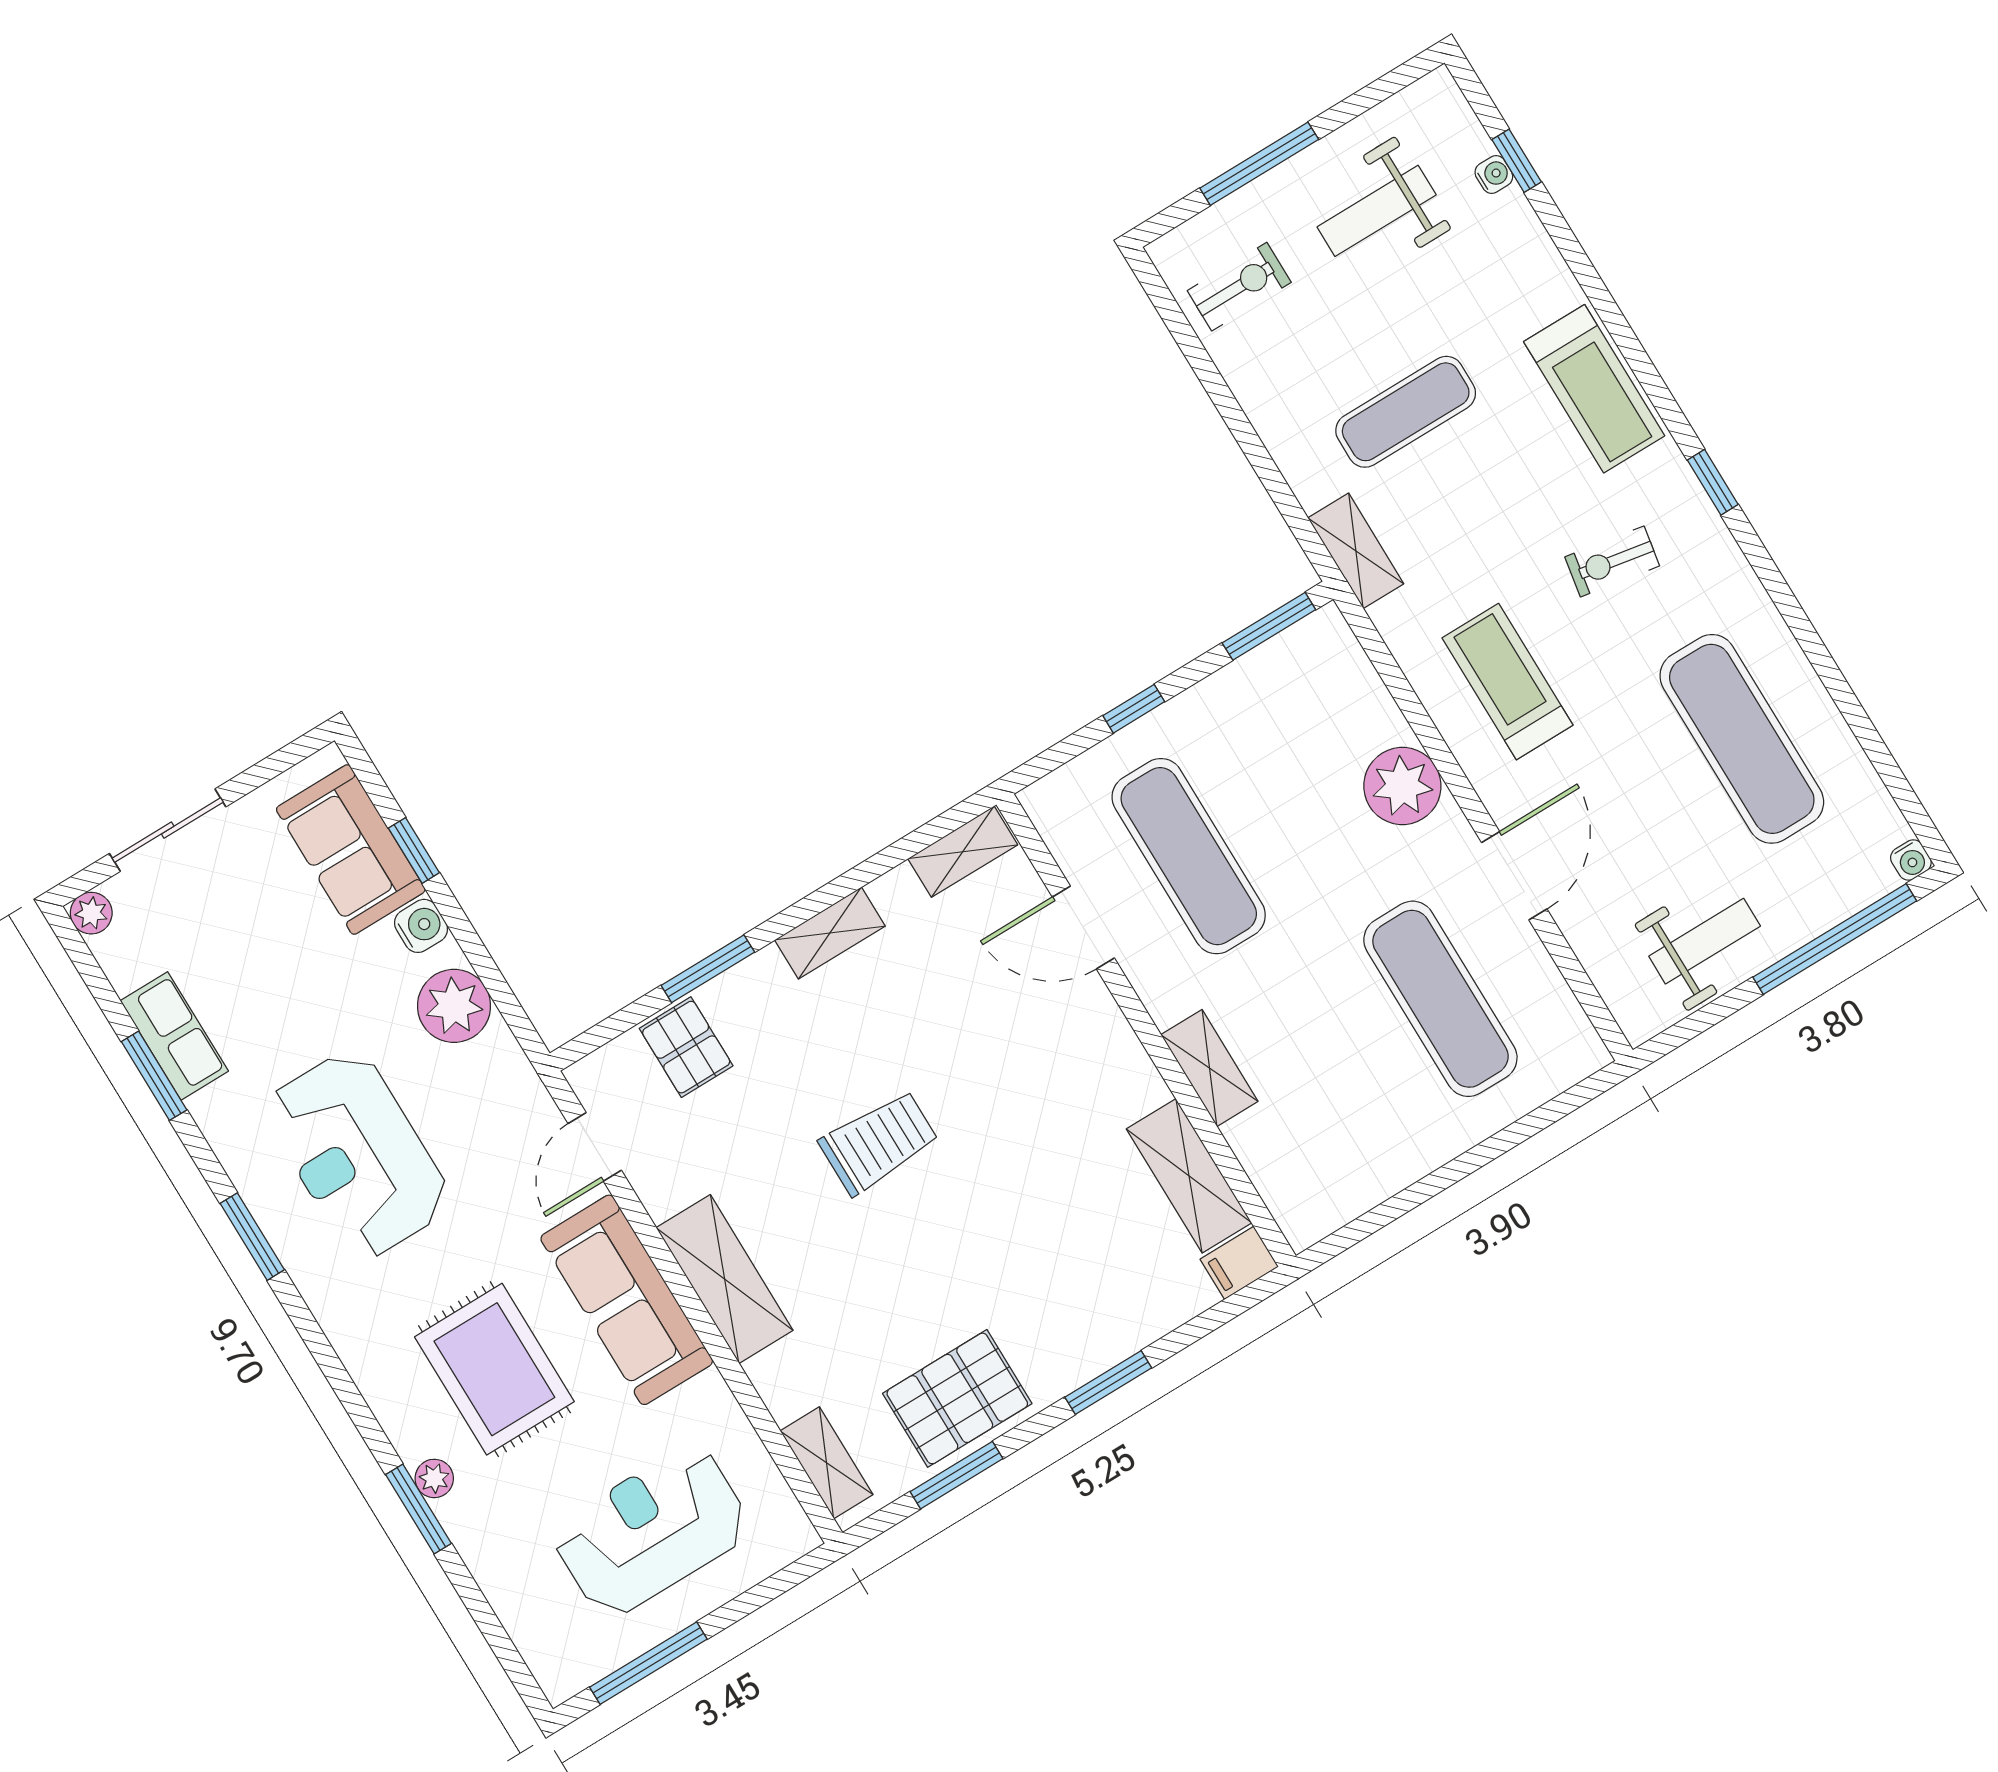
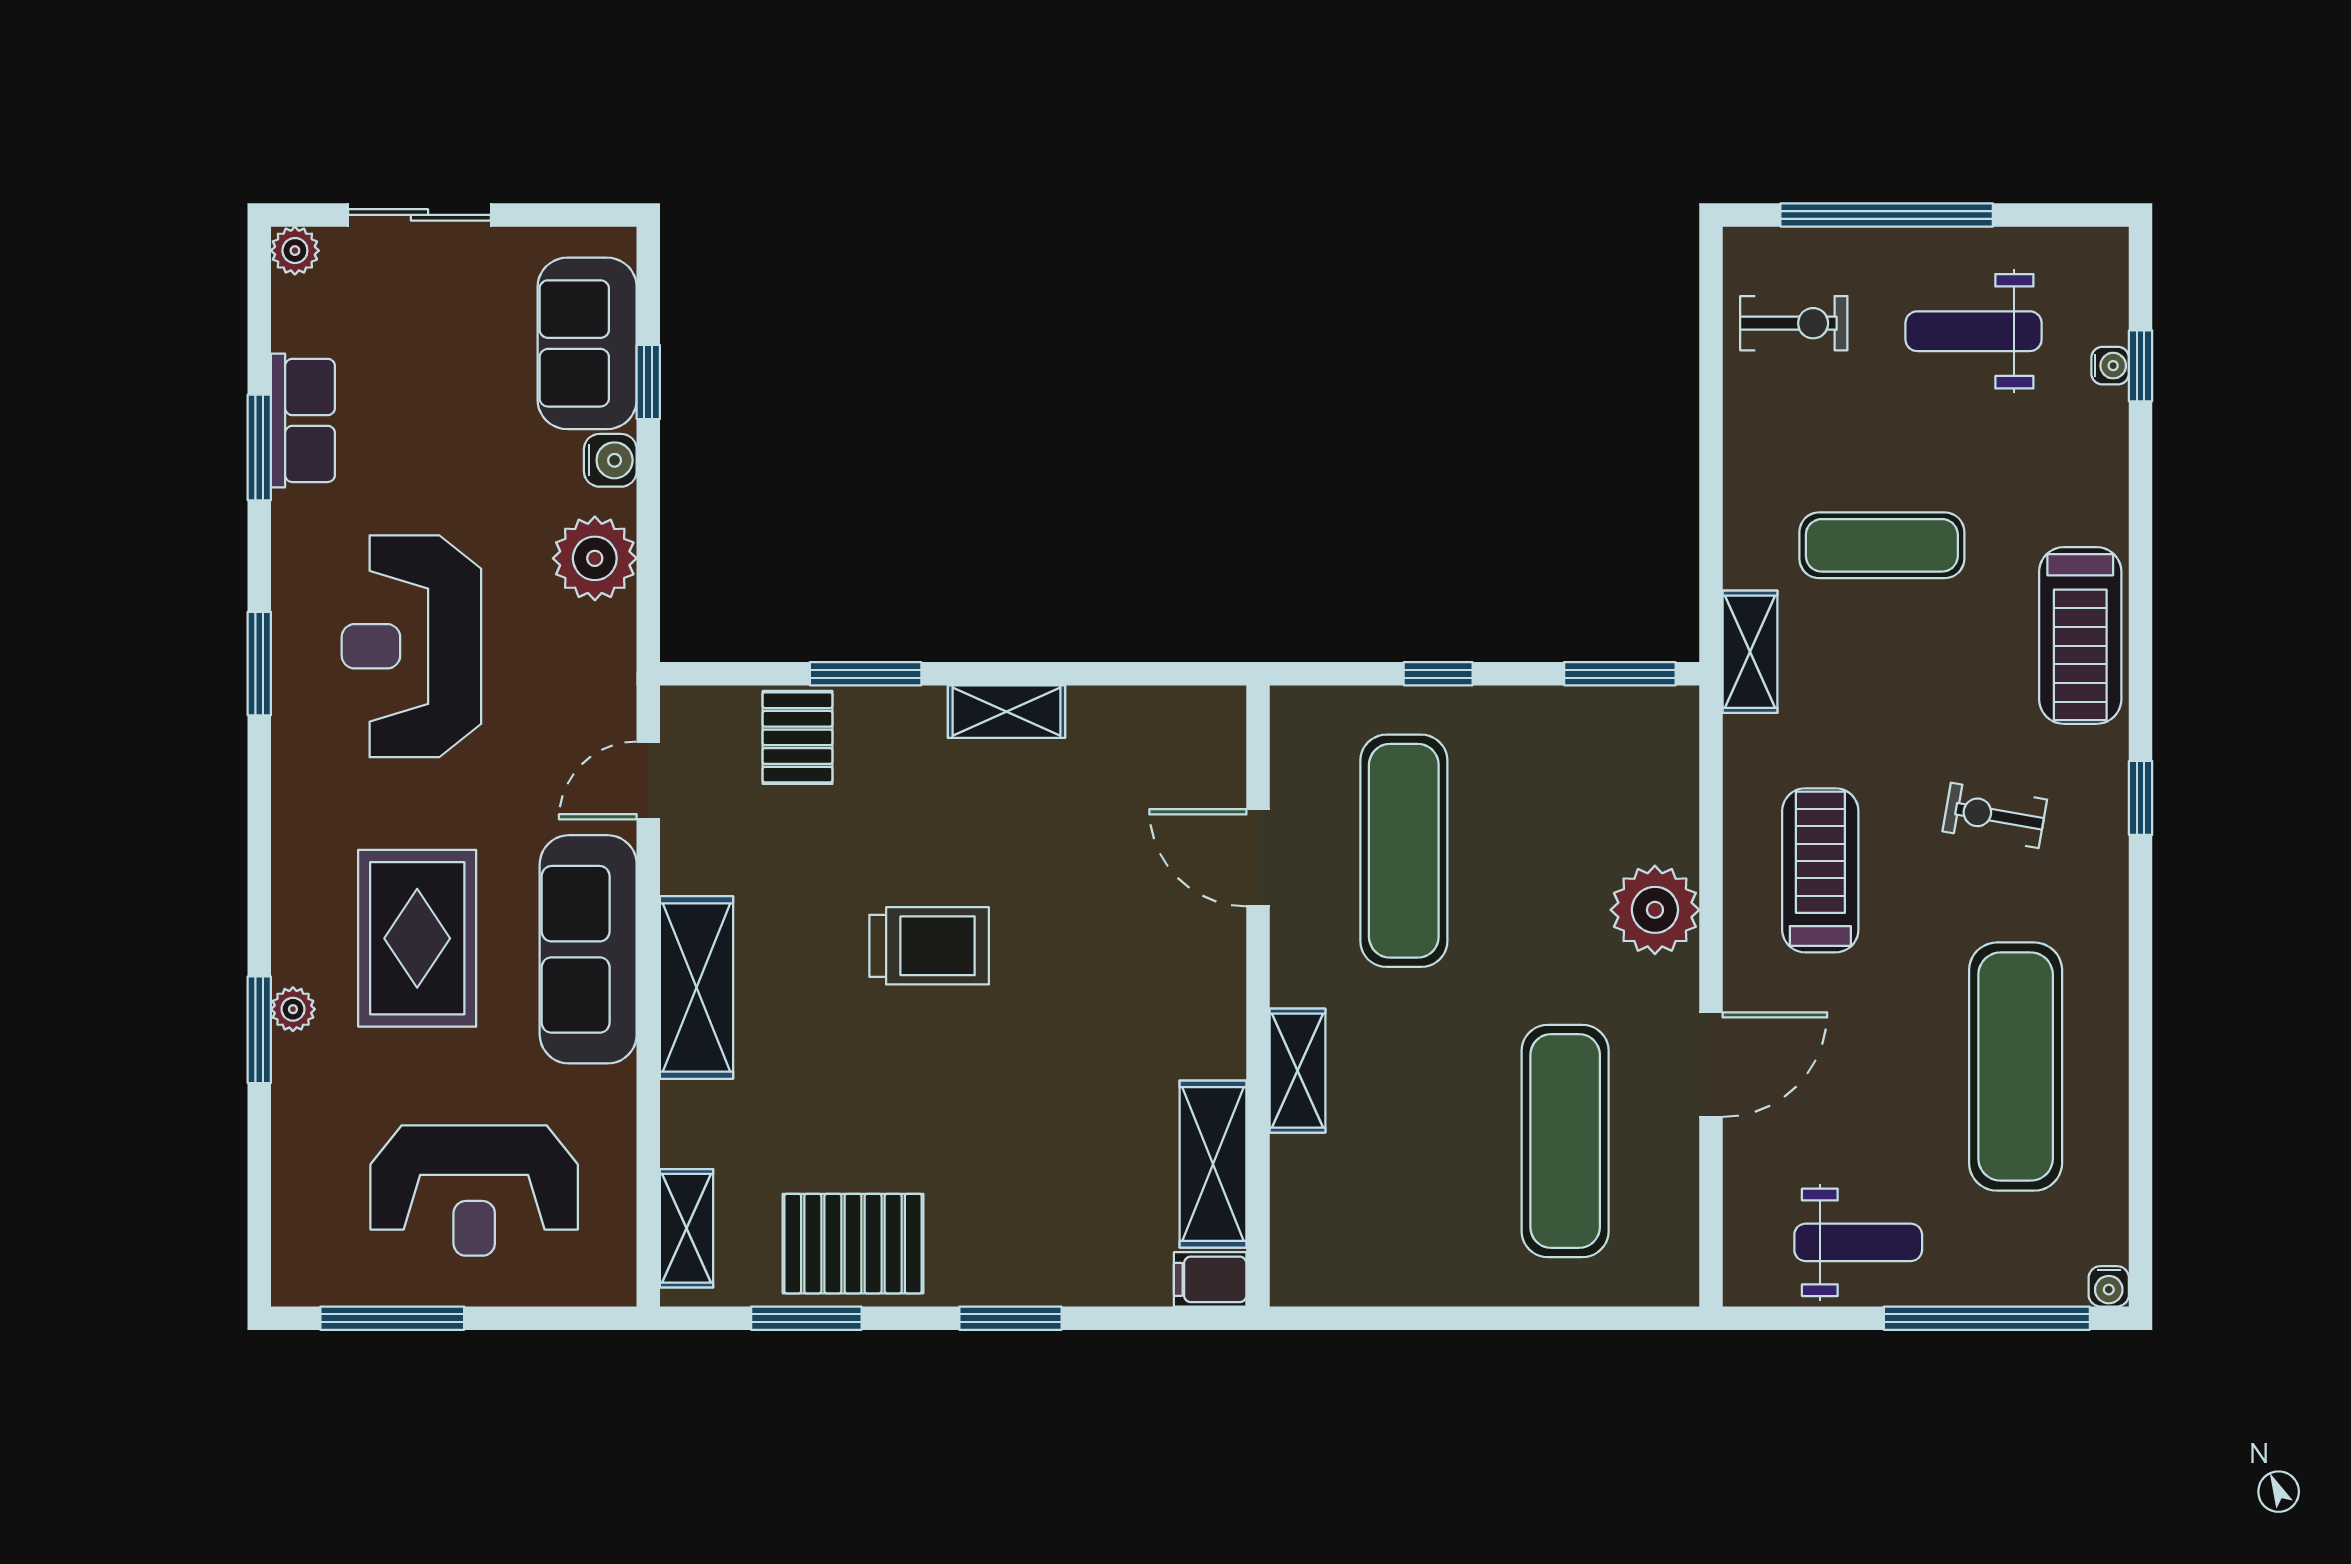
window: (1259, 164) -> (1887, 215), width x1.46
shelving: (963, 852) -> (1185, 711), removed
reception desk: (651, 1531) -> (474, 1190), turned 180

